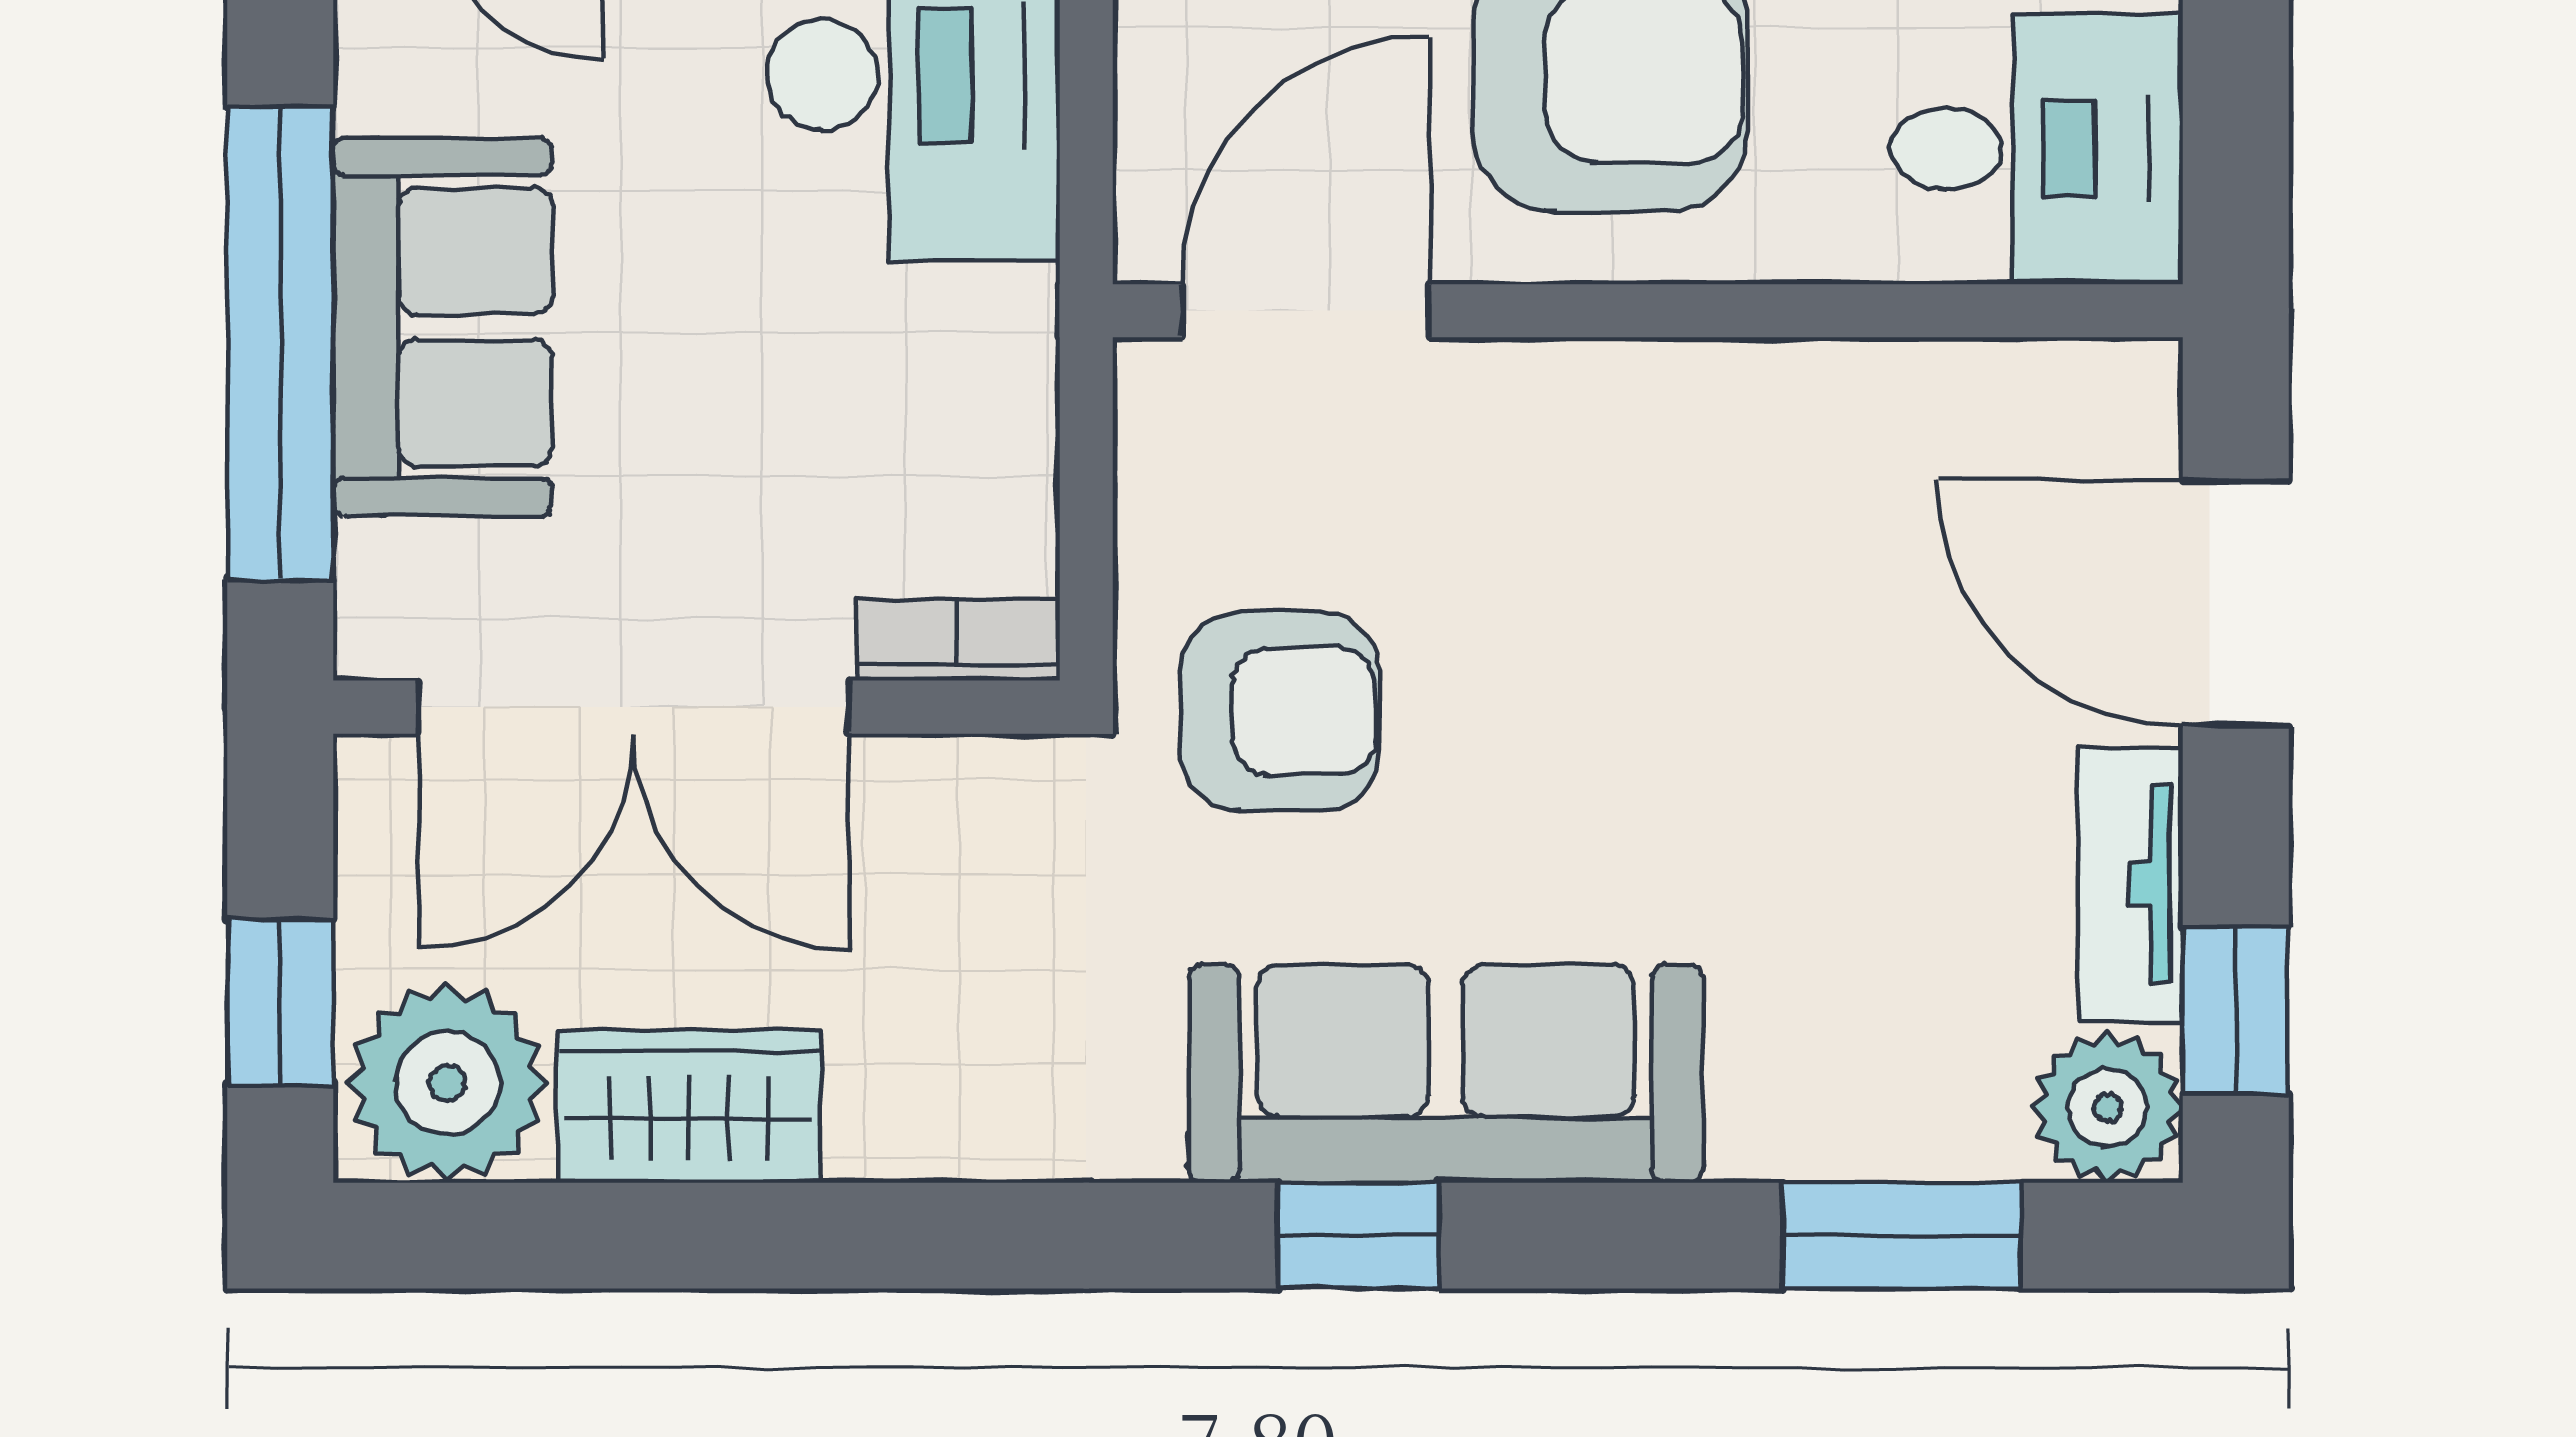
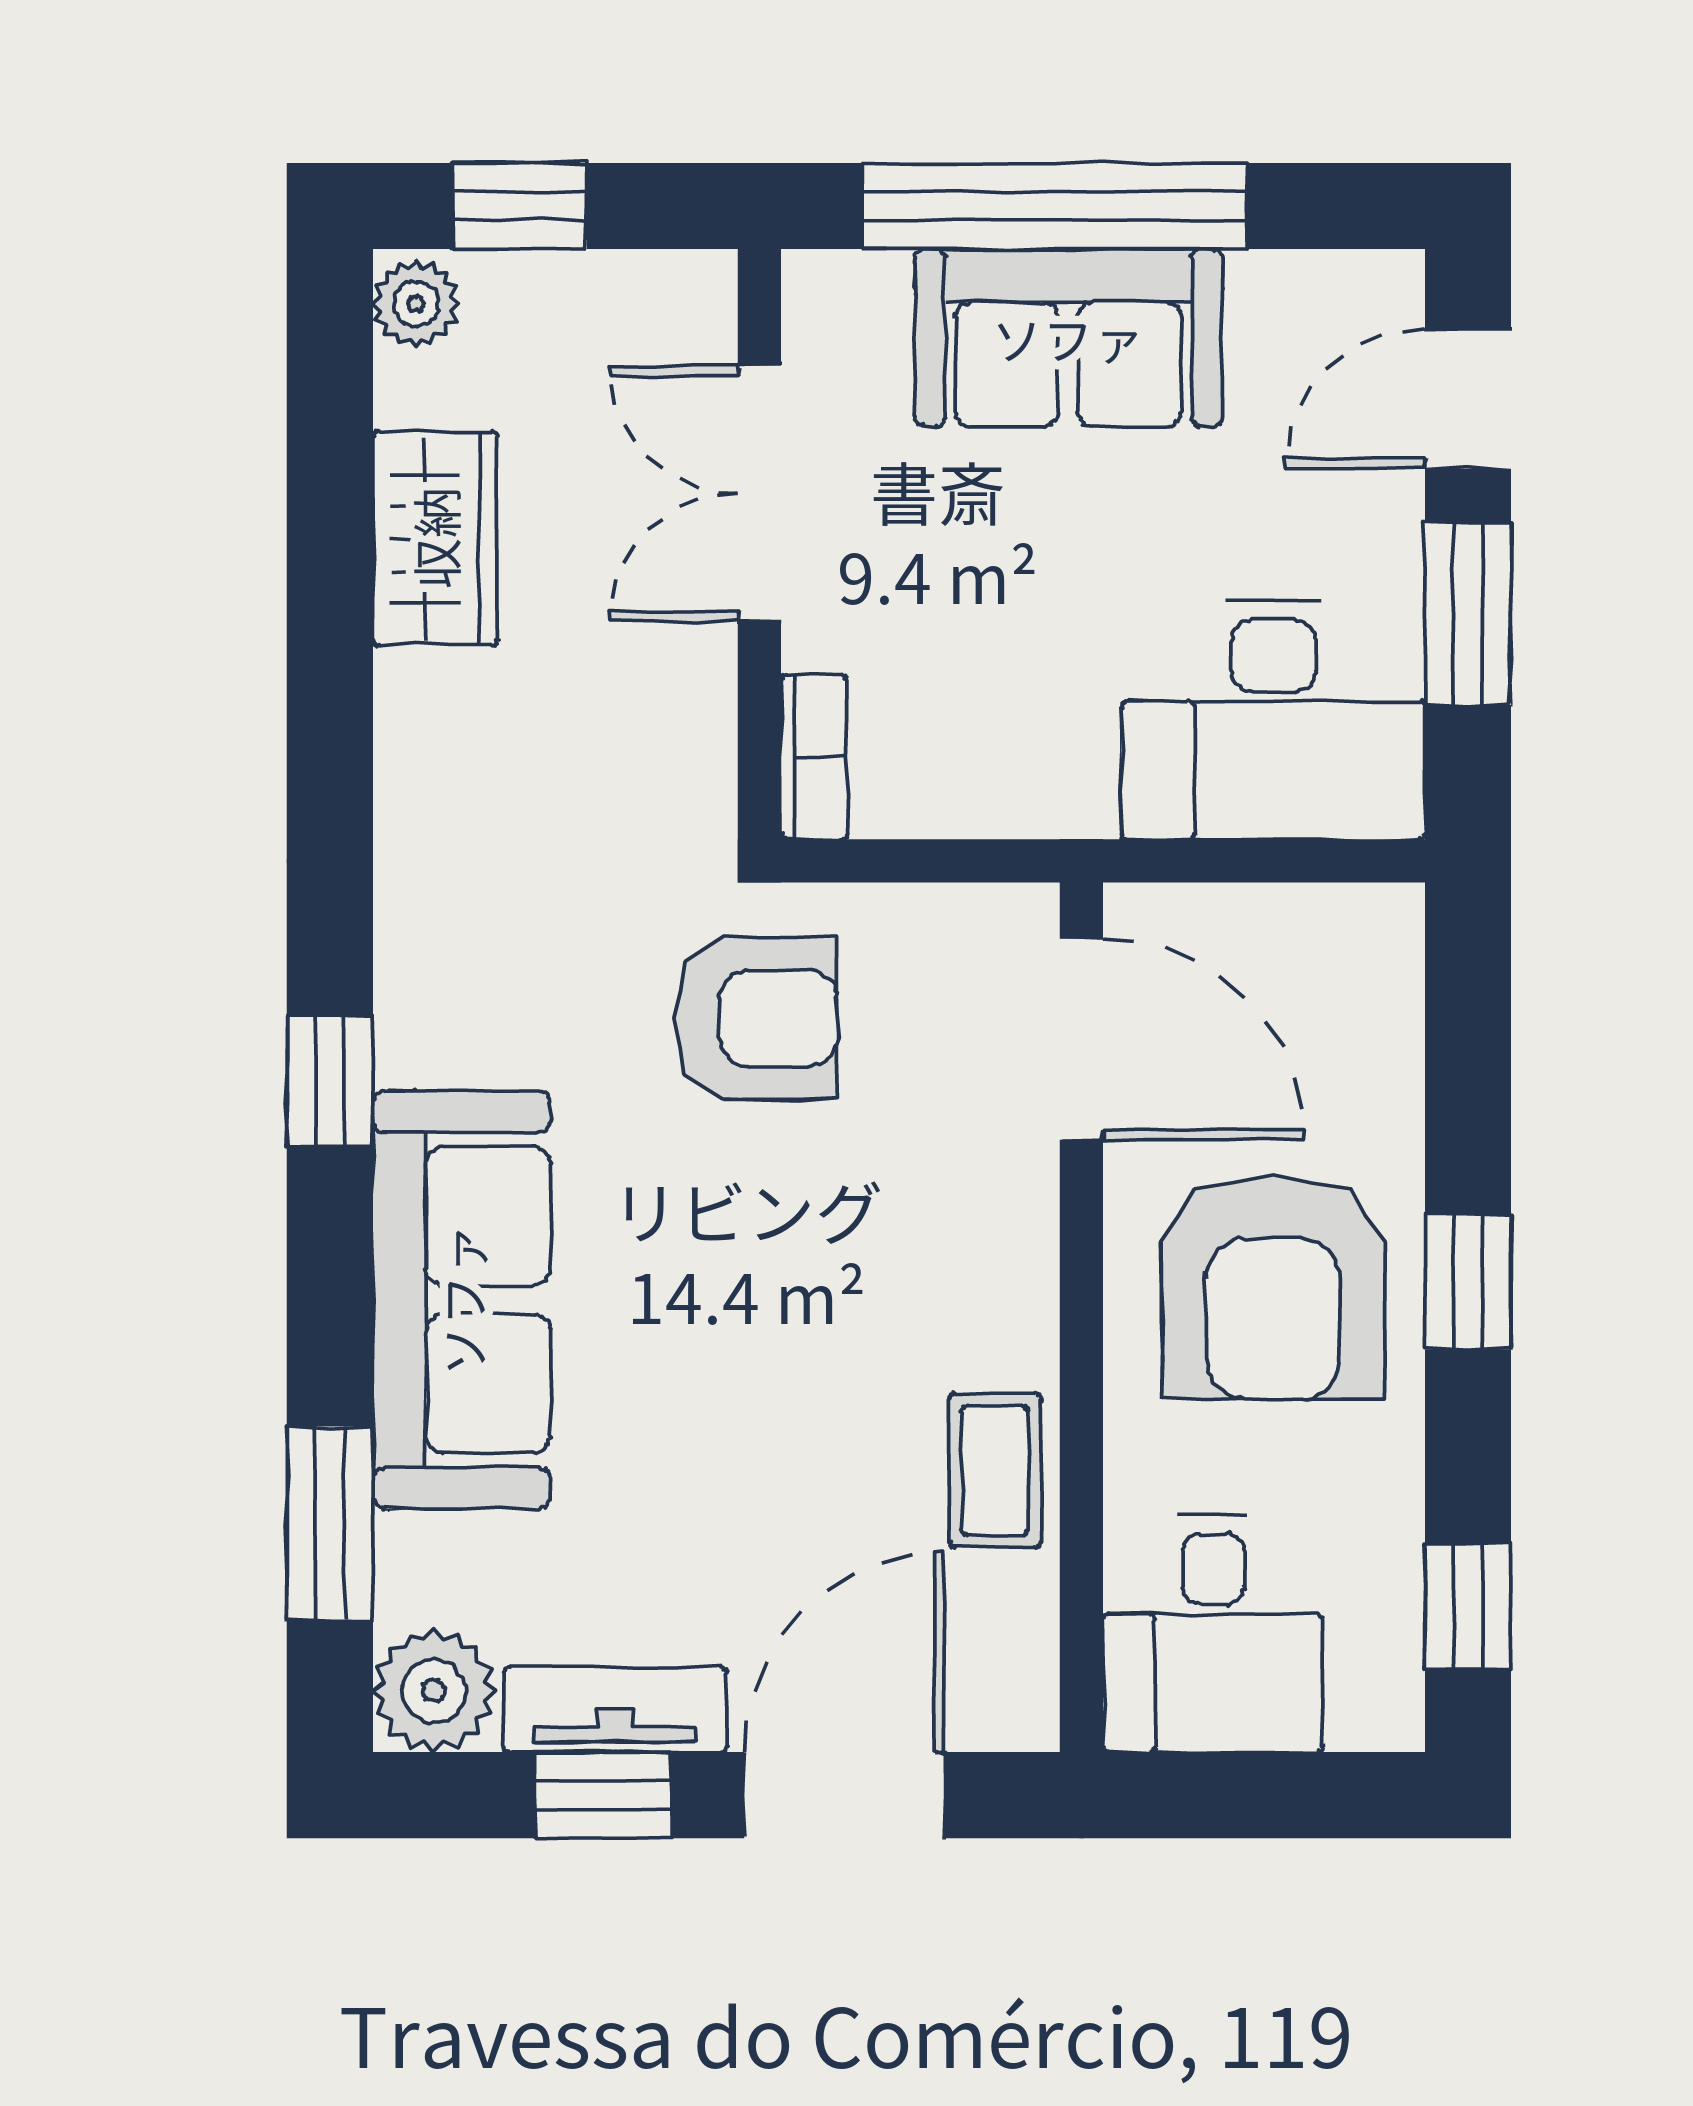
coffee table: (1836, 417) -> (995, 1471), added
double door: (634, 707) -> (759, 493), width x0.73
armchair: (1280, 711) -> (756, 1018), turned -90
window: (2236, 1010) -> (603, 1795), moved
sofa: (1446, 1073) -> (462, 1300), moved
plant: (447, 1083) -> (416, 304), width x0.53, depth x0.53

